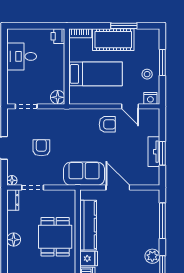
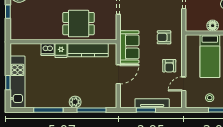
floor lamp: (58, 97) -> (213, 26), moved
nightstand: (150, 98) -> (190, 100), removed
armchair: (41, 148) -> (164, 37), moved, turned 180
tv unit: (154, 152) -> (152, 103), width x1.41
plant: (152, 256) -> (75, 102), moved

